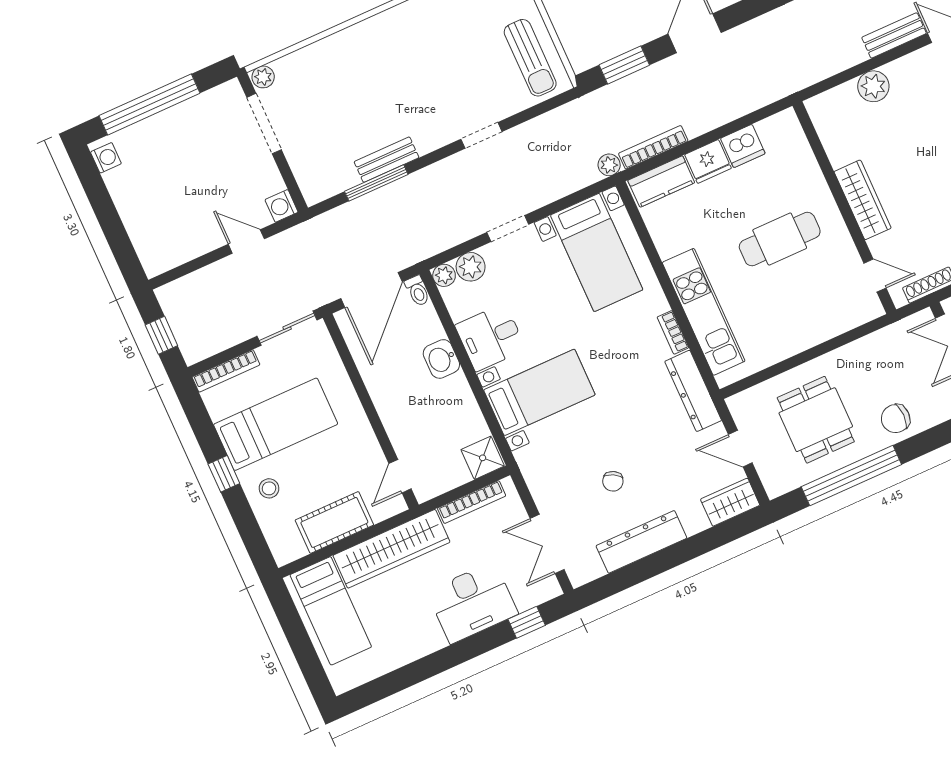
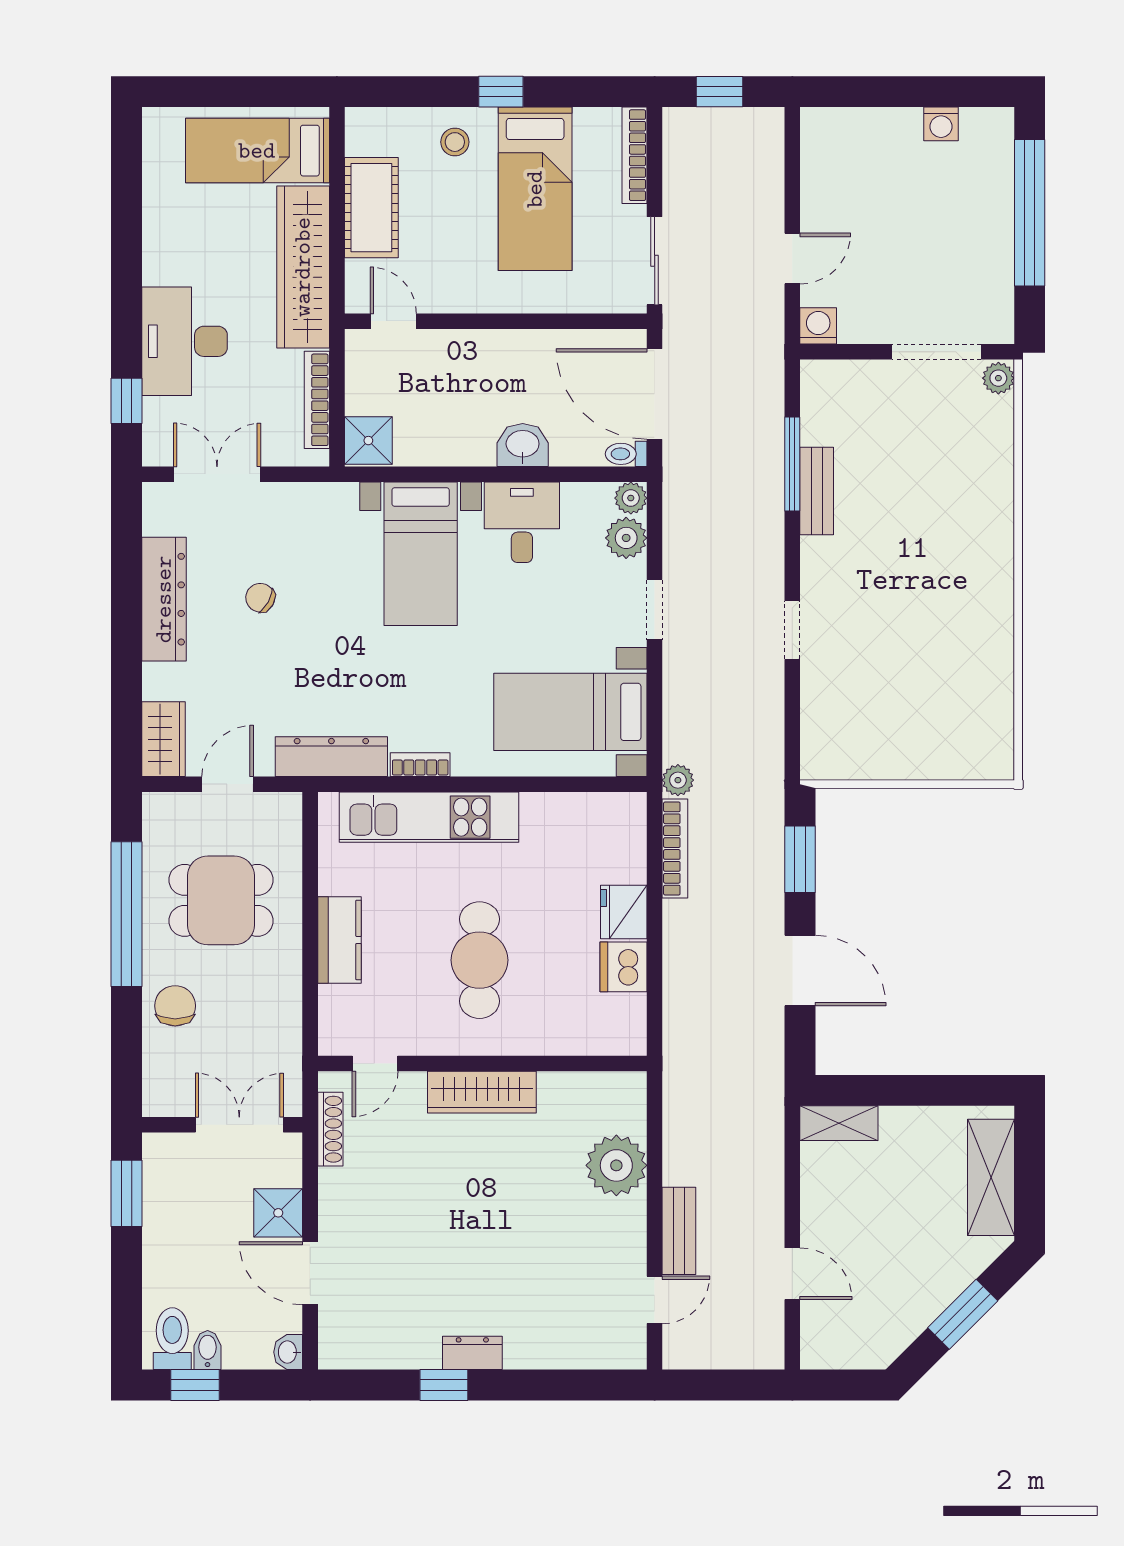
sun lounger: (530, 58) -> (865, 740), removed
plant: (873, 86) -> (616, 1165), width x1.36, depth x1.36
washing machine: (106, 158) -> (941, 124), moved
kitchen counter: (661, 181) -> (339, 940), moved, turned 180

